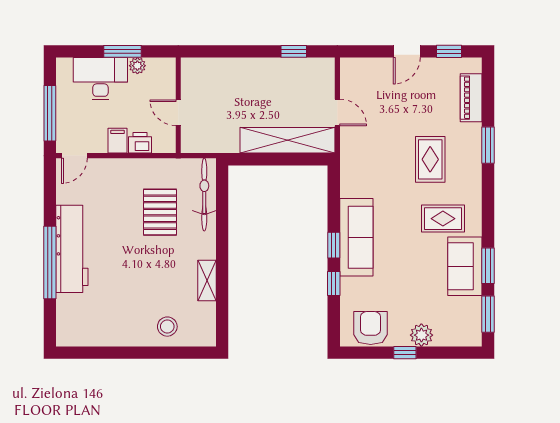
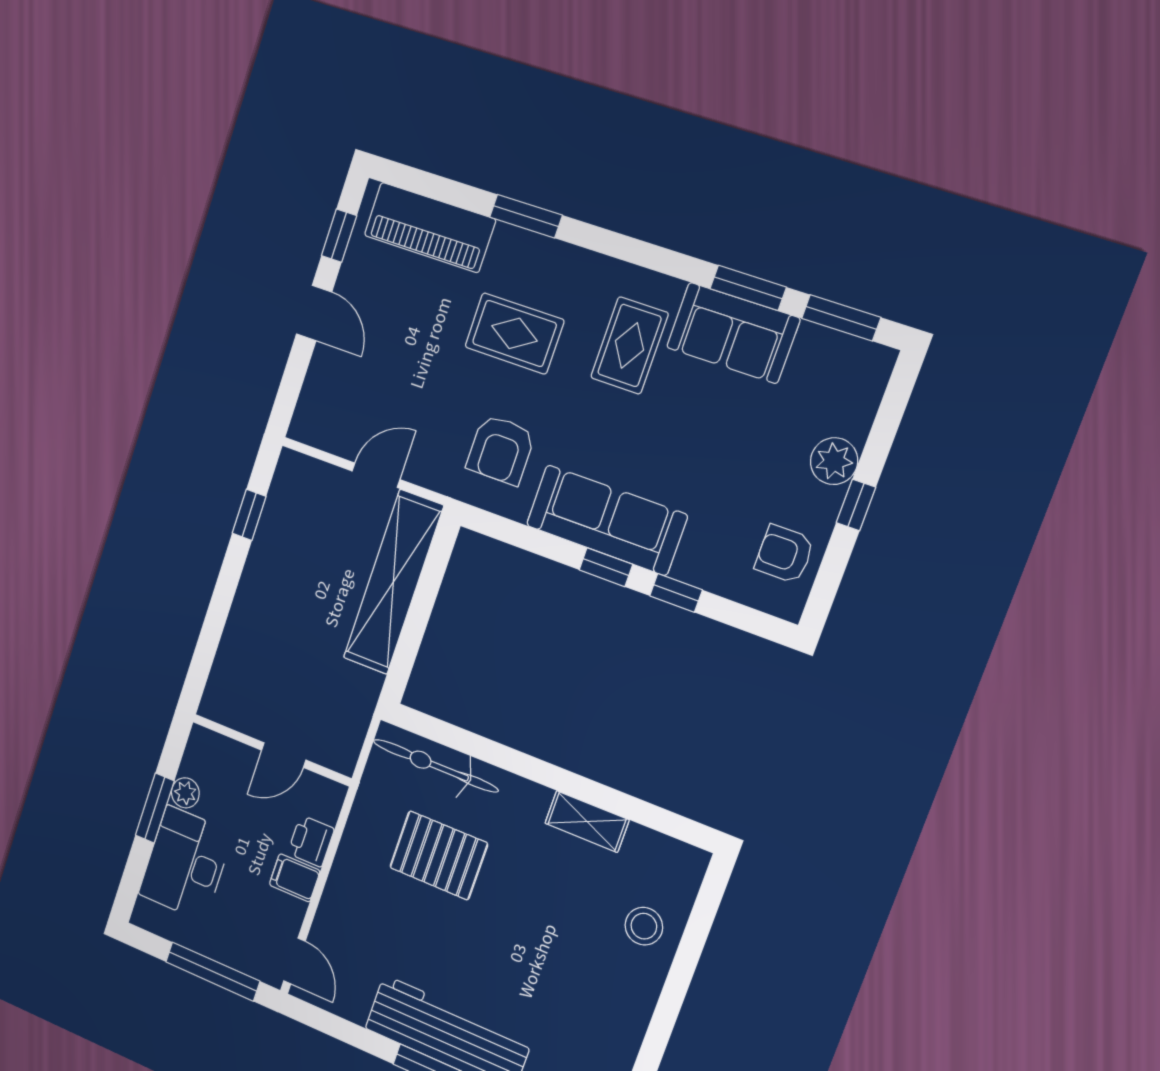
piano: (471, 98) -> (430, 227), width x1.37, depth x1.33
armchair: (372, 172) -> (501, 450), added
armchair: (371, 328) -> (784, 554), width x0.72, depth x0.72

